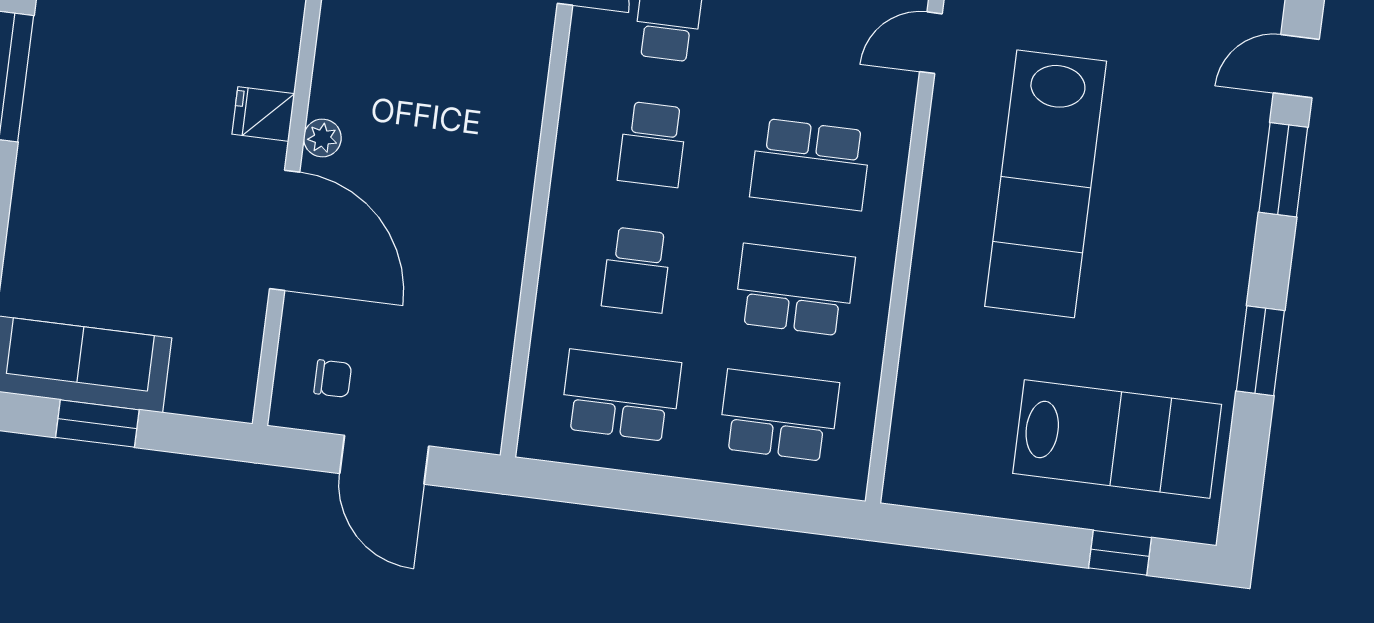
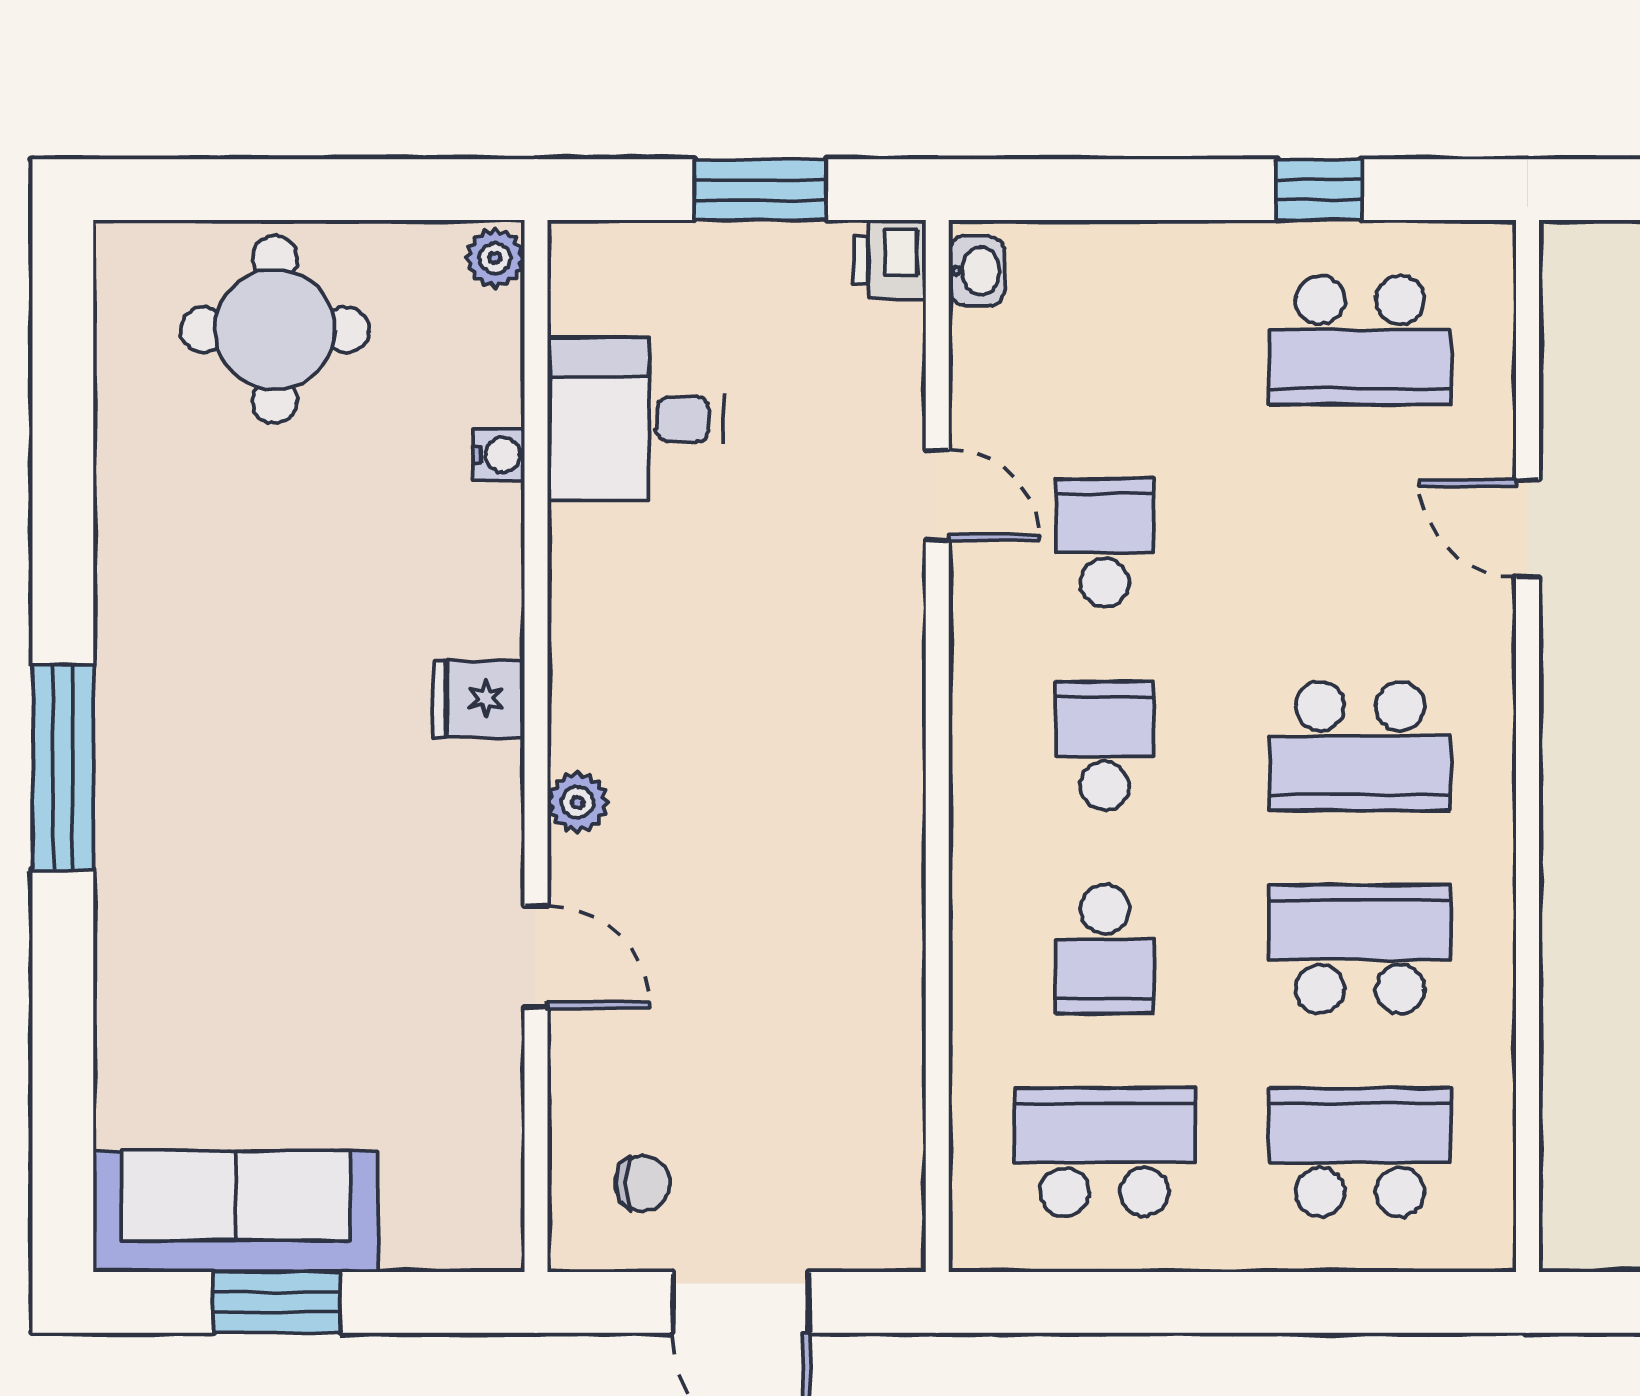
door: (931, 43) -> (1528, 528), hinge flipped
fridge: (263, 114) -> (479, 699), moved
school desk: (652, 144) -> (1105, 746), turned 180
door: (285, 230) -> (536, 957), width x0.53

